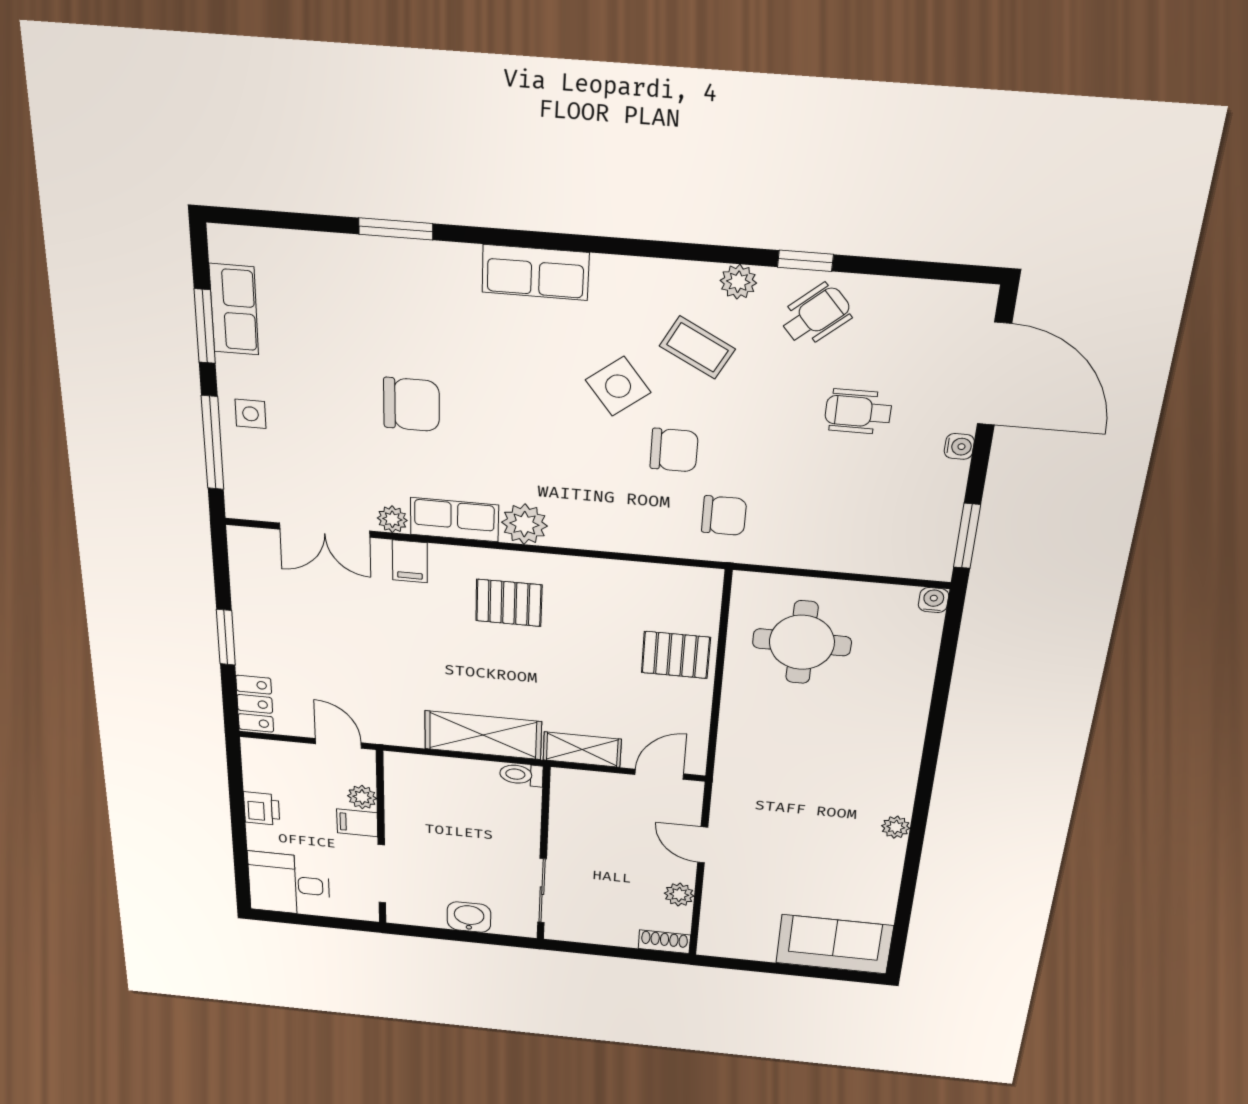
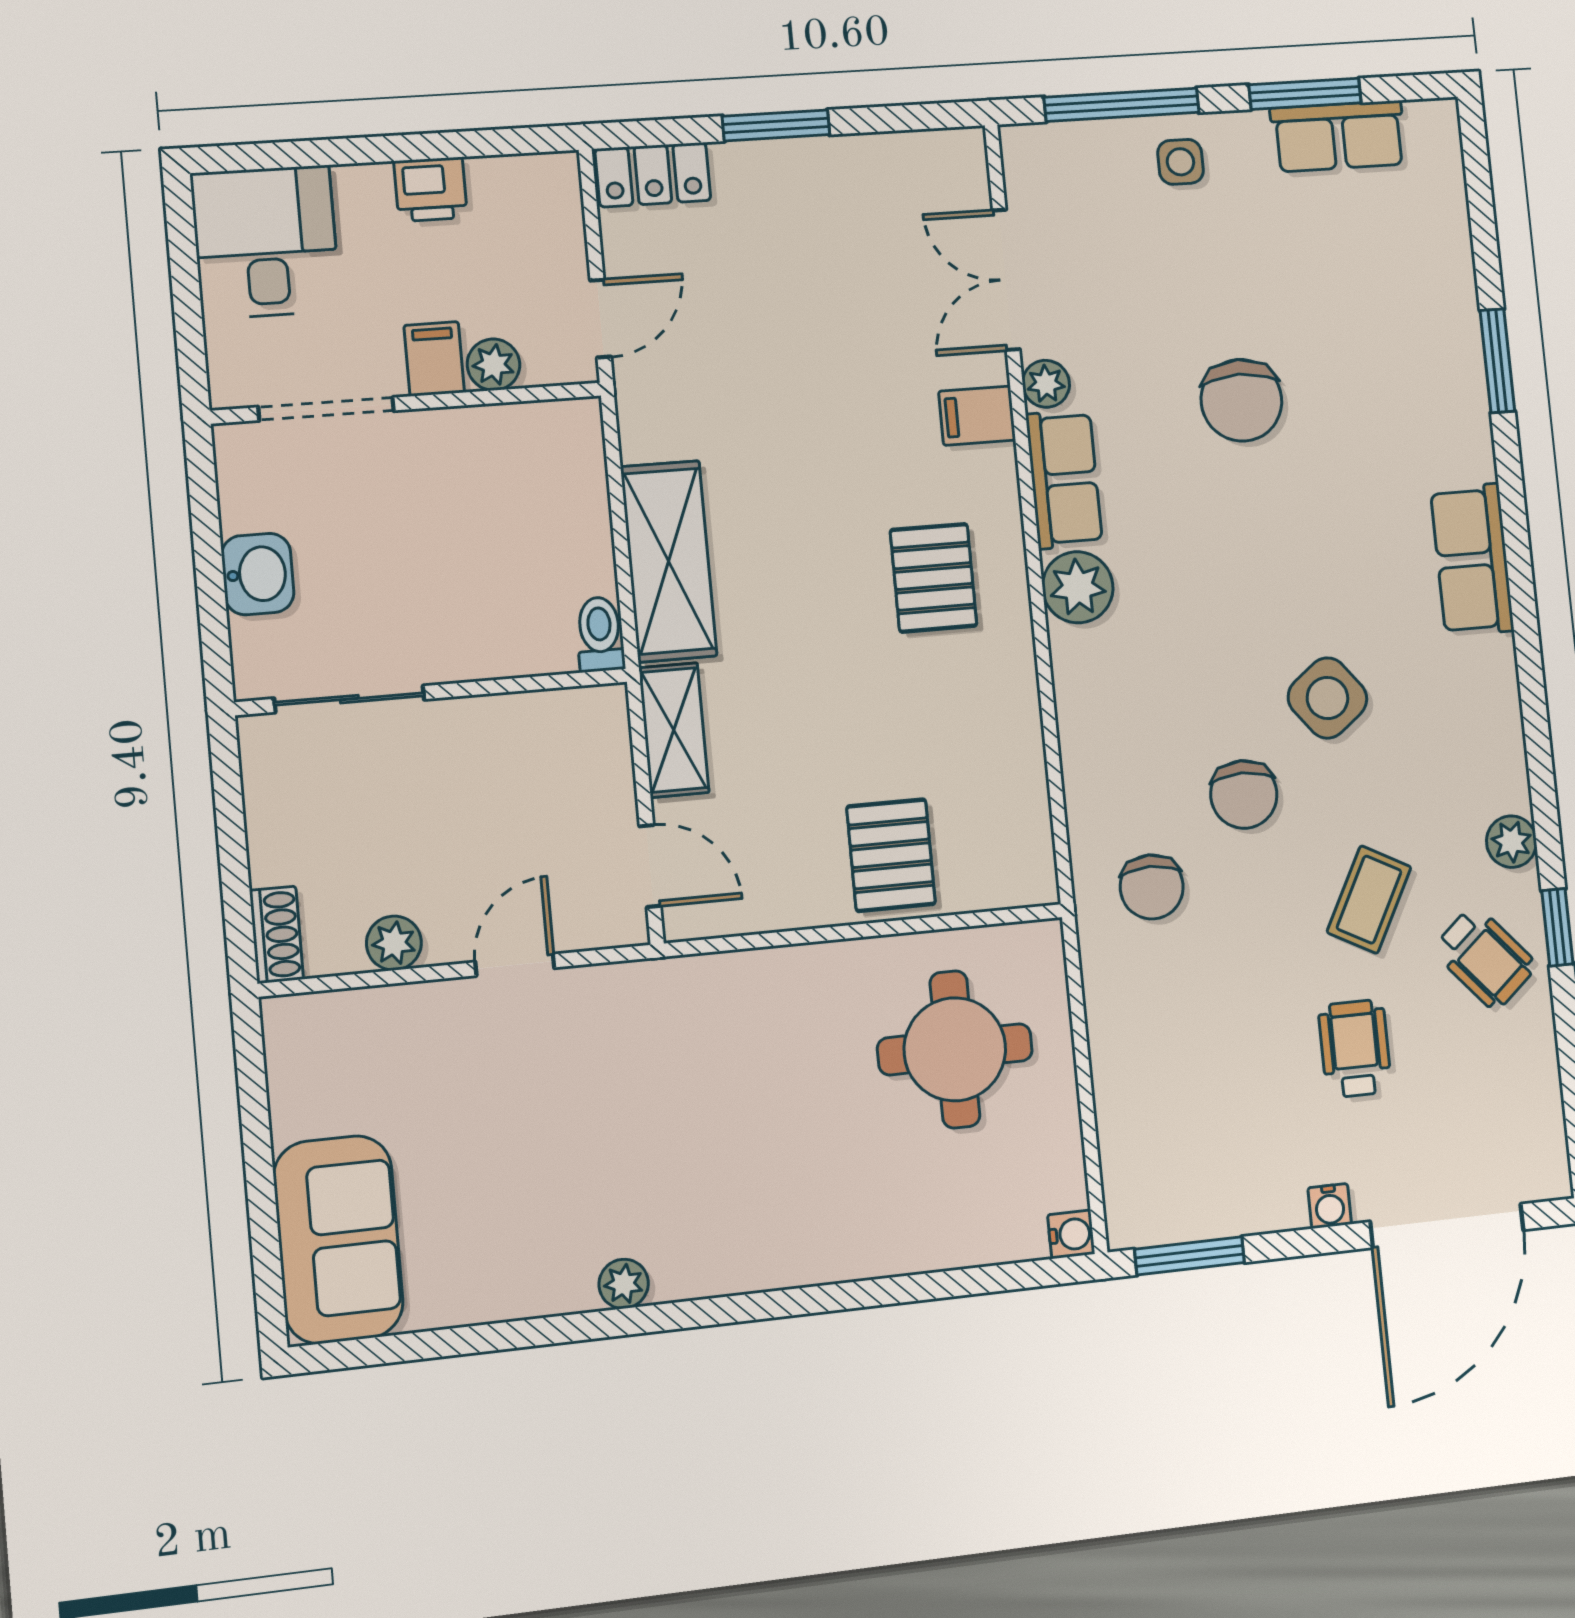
coffee table: (697, 347) -> (1369, 900), moved

